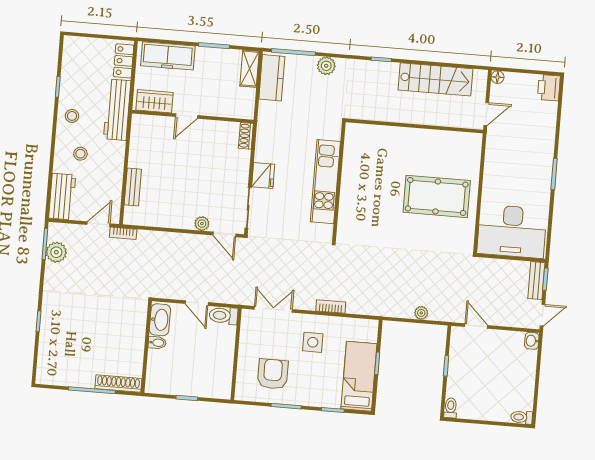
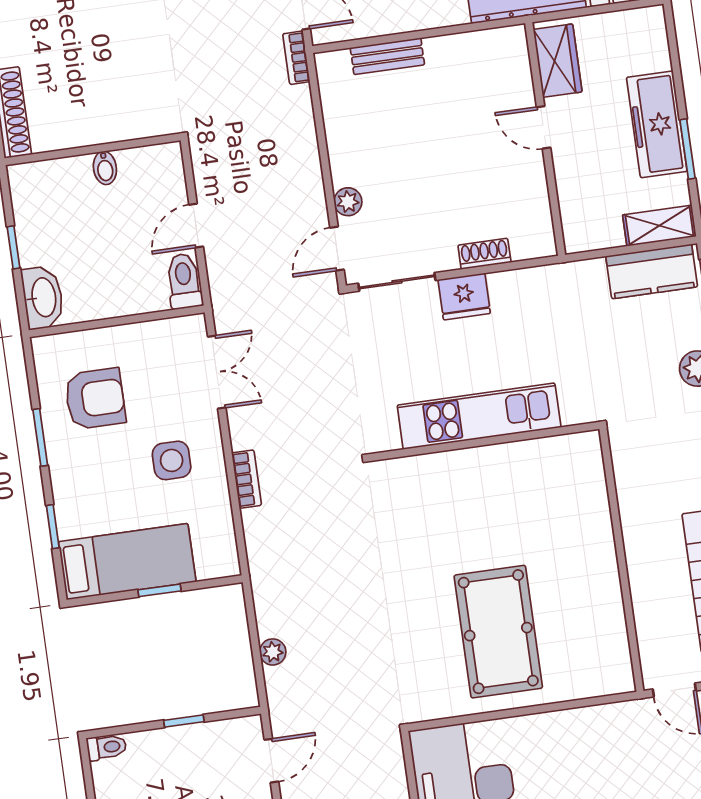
freezer: (168, 56) -> (657, 124), moved
shoe rack: (246, 136) -> (484, 254), moved
washbasin: (160, 320) -> (43, 297), moved, turned -90

